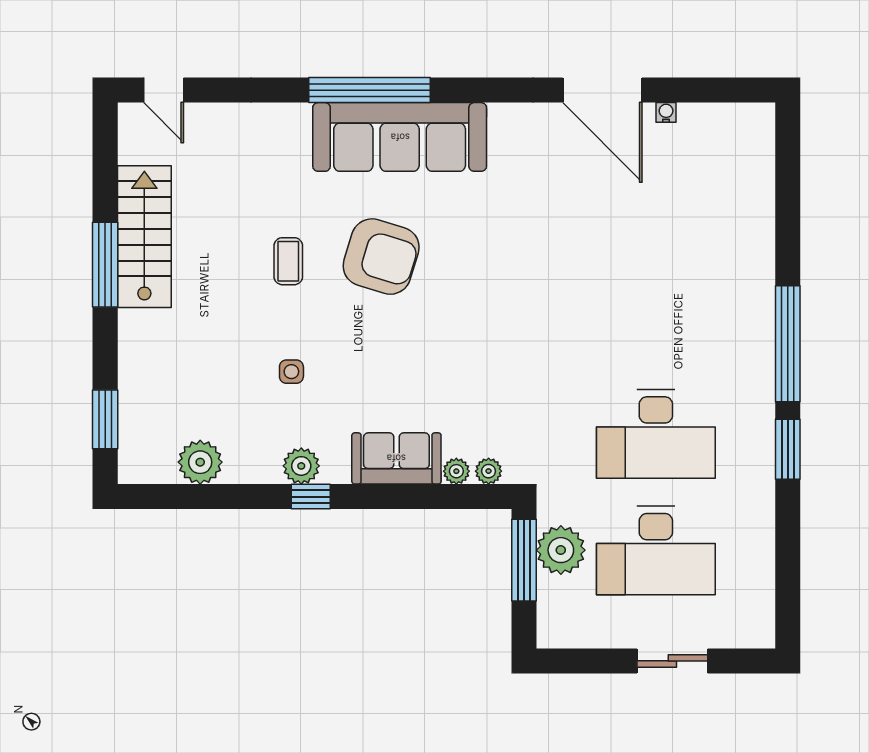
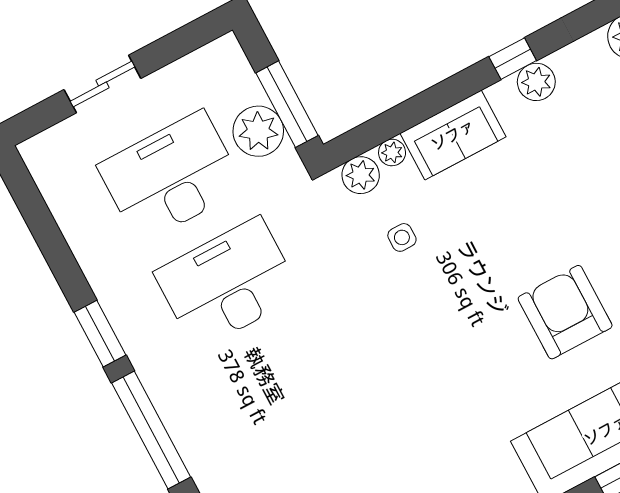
armchair: (381, 257) -> (565, 312), turned 73
side table: (291, 372) -> (402, 237), moved
plant: (489, 471) -> (361, 175), width x1.38, depth x1.38

